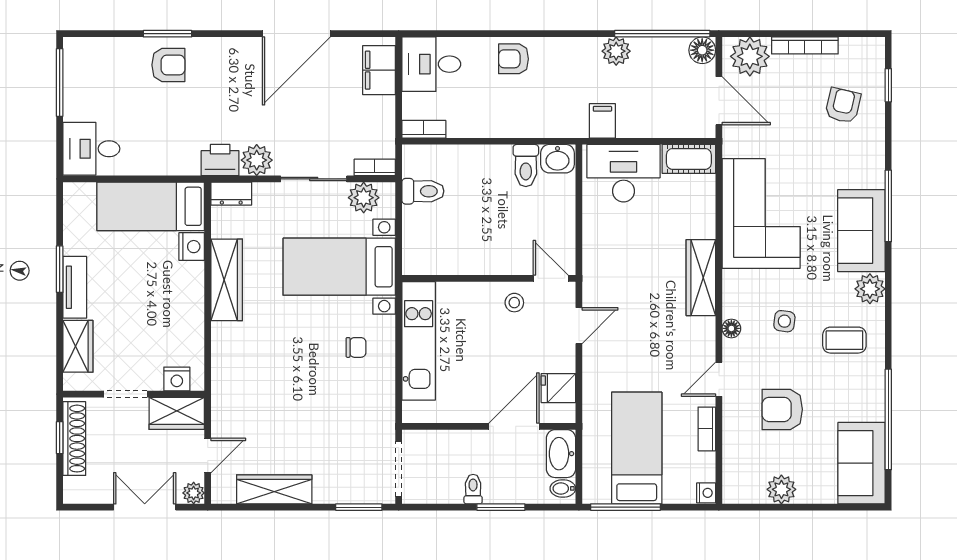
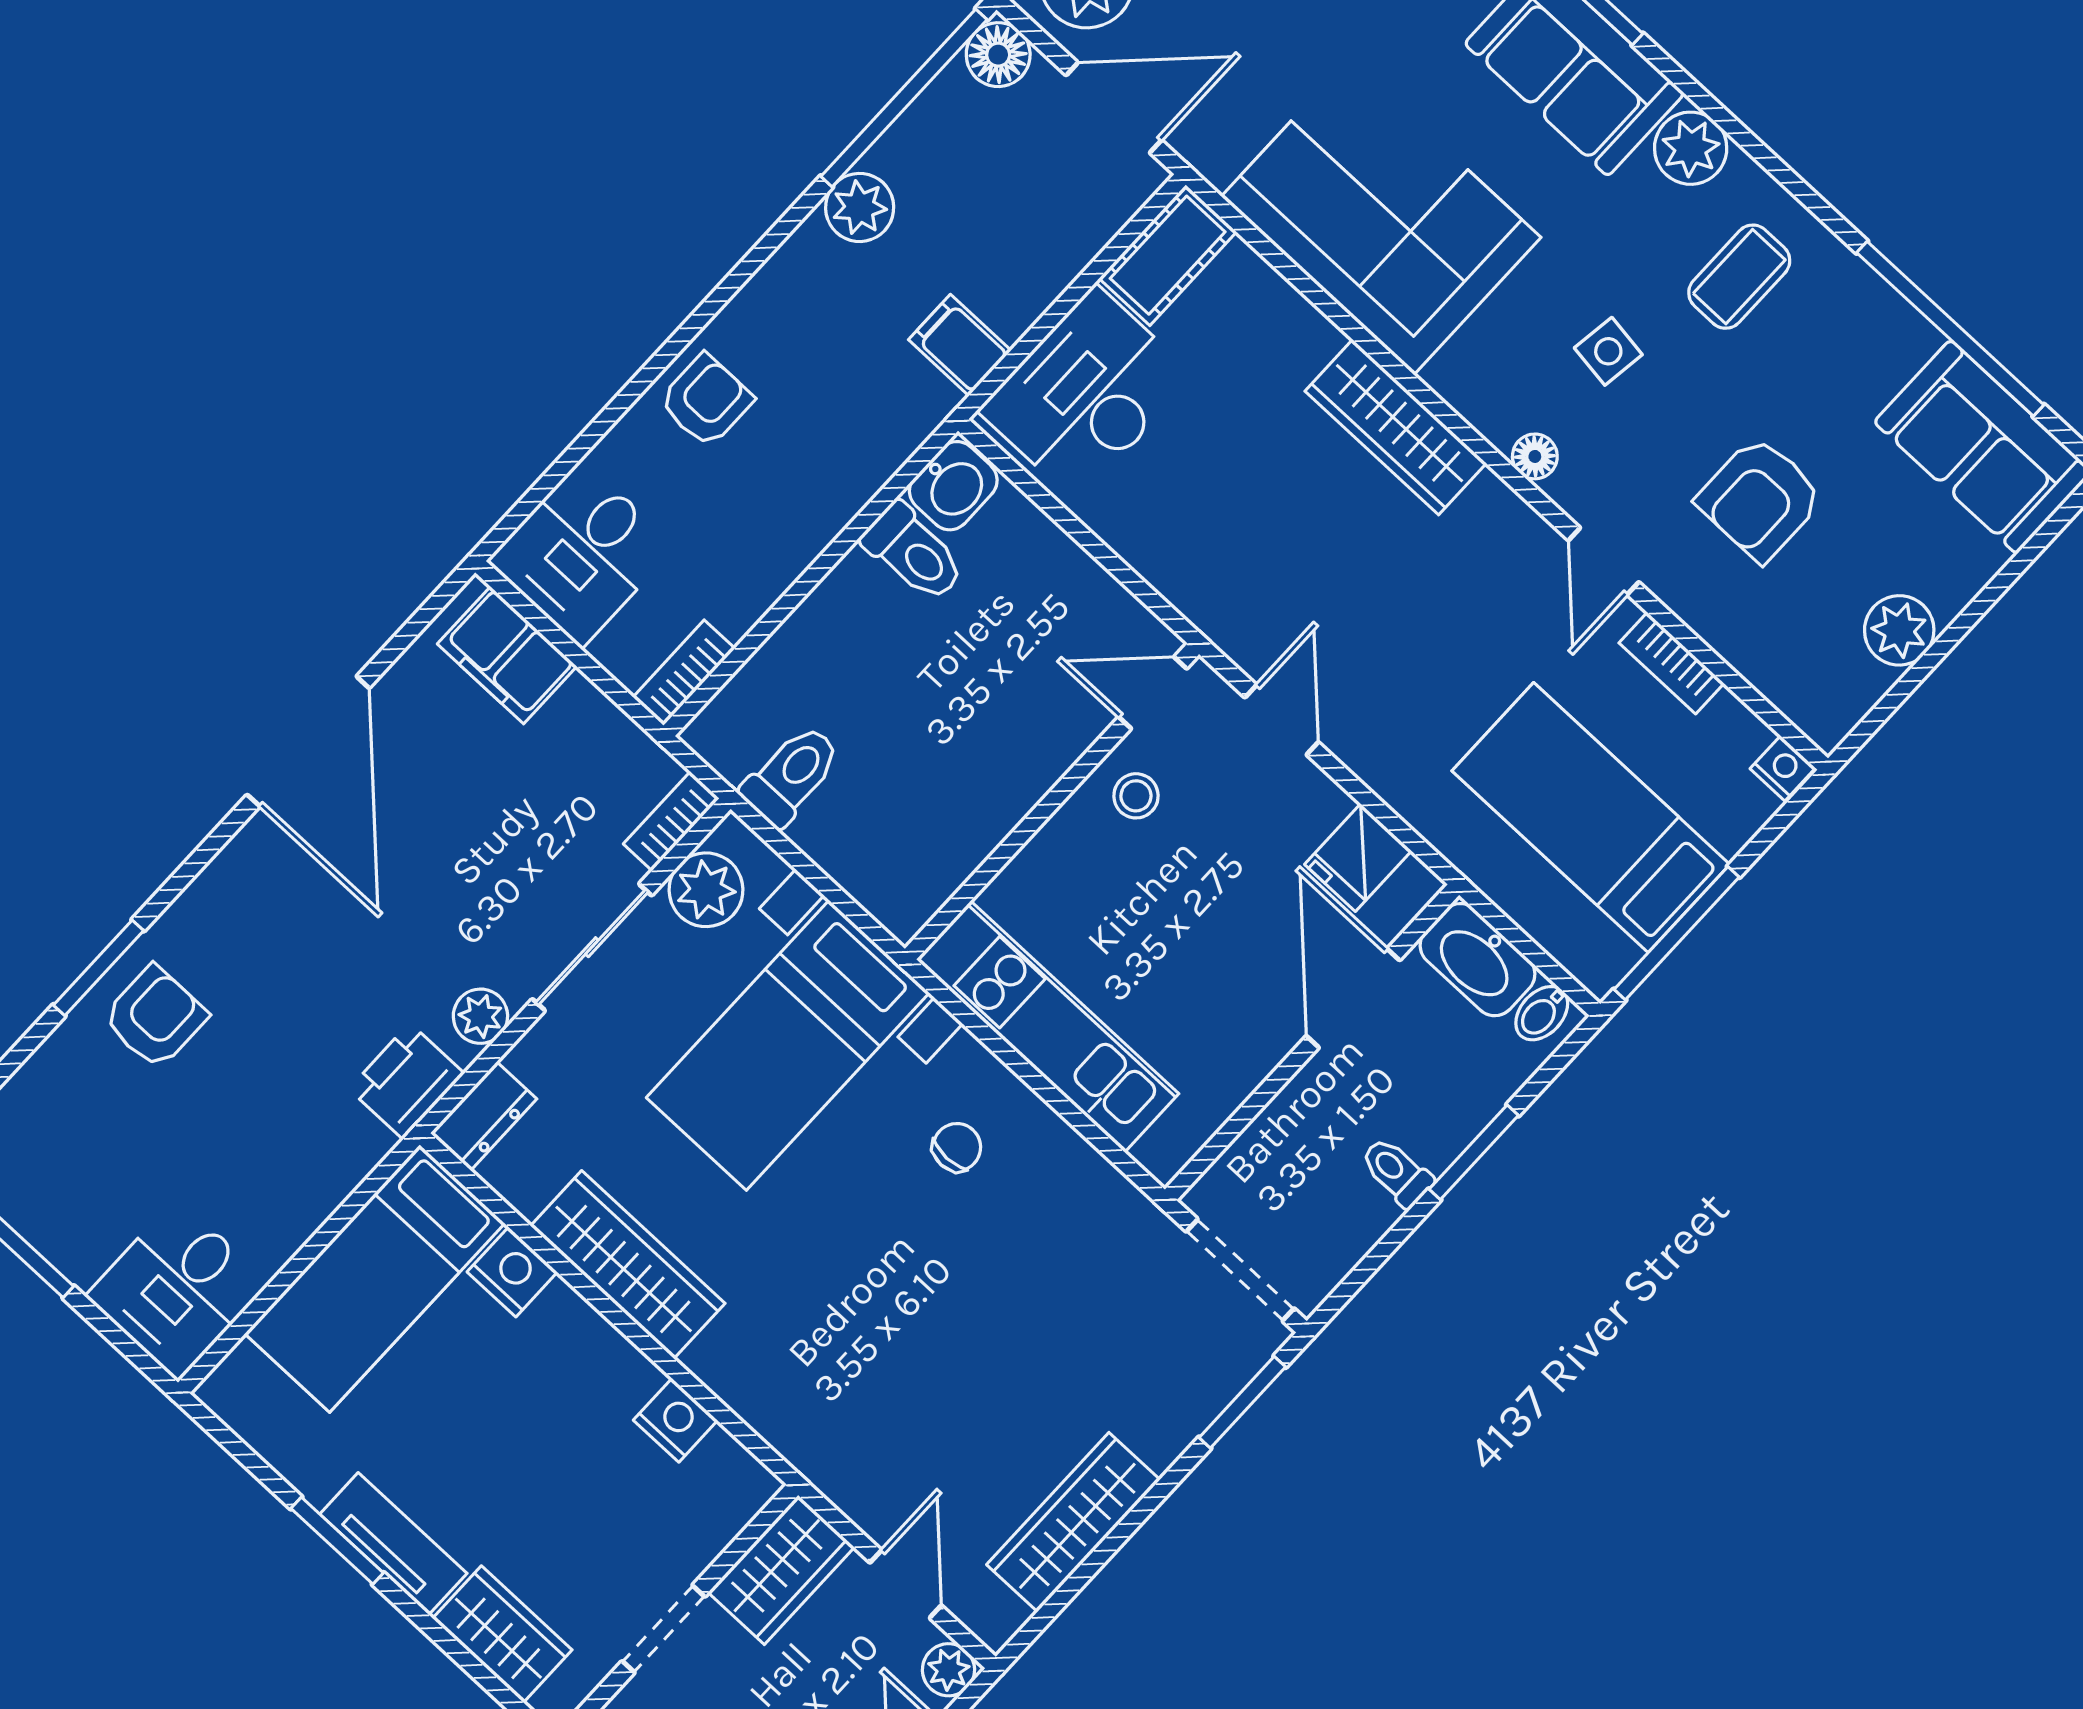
armchair: (513, 59) -> (706, 401), turned 180
plant: (257, 160) -> (480, 1016), width x0.73, depth x0.73
nightstand: (177, 379) -> (675, 1420), moved, turned -90

